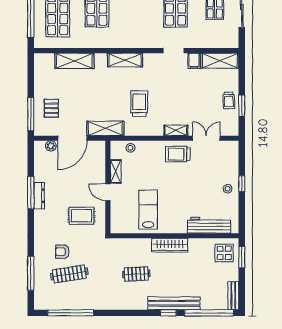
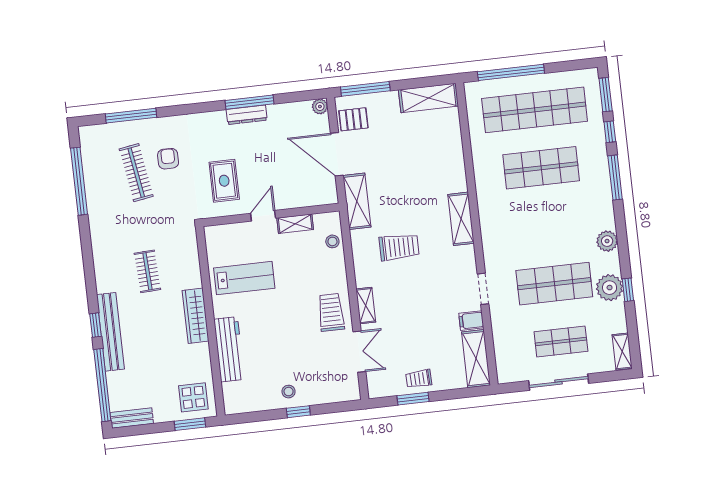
shelving: (74, 61) -> (428, 98), moved, turned 90
pallet: (51, 108) -> (353, 119), moved
plant: (51, 146) -> (320, 107), moved
workbench: (209, 225) -> (229, 349), moved

